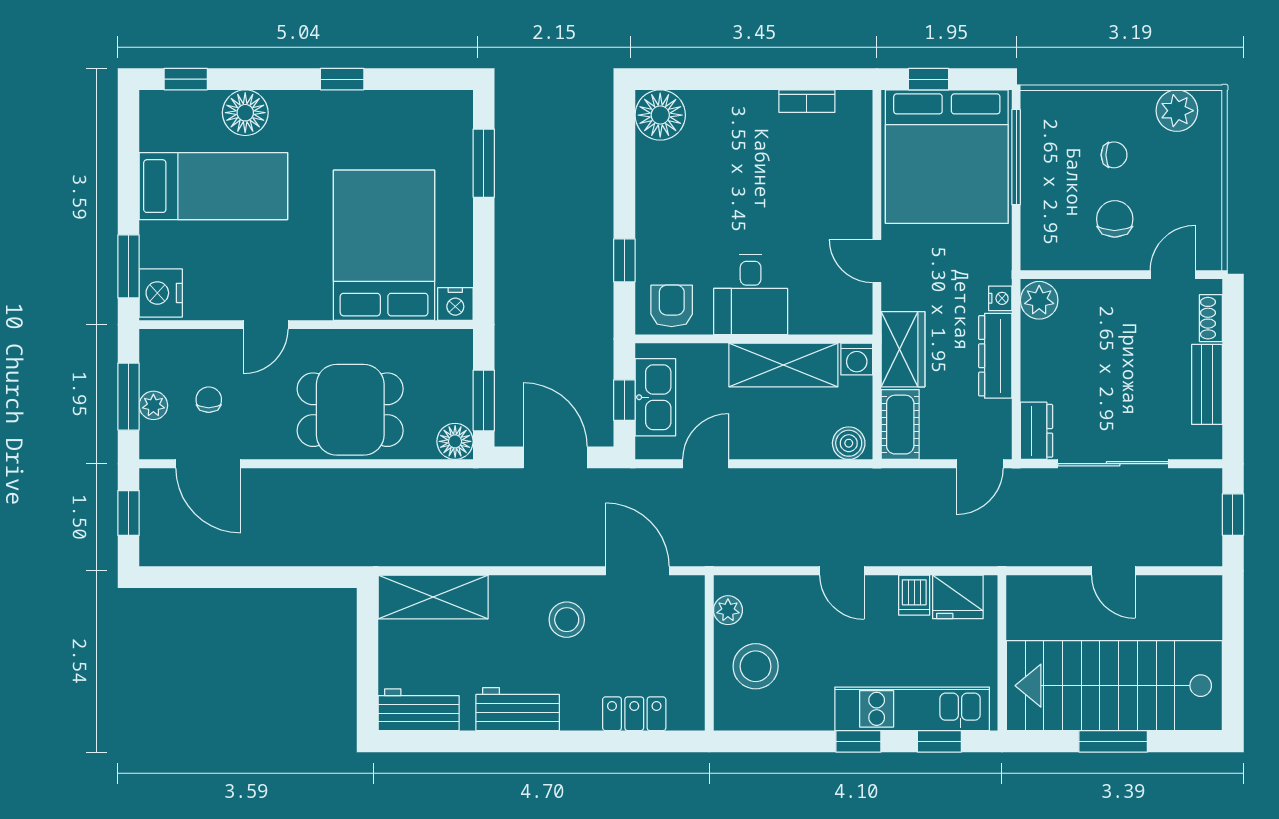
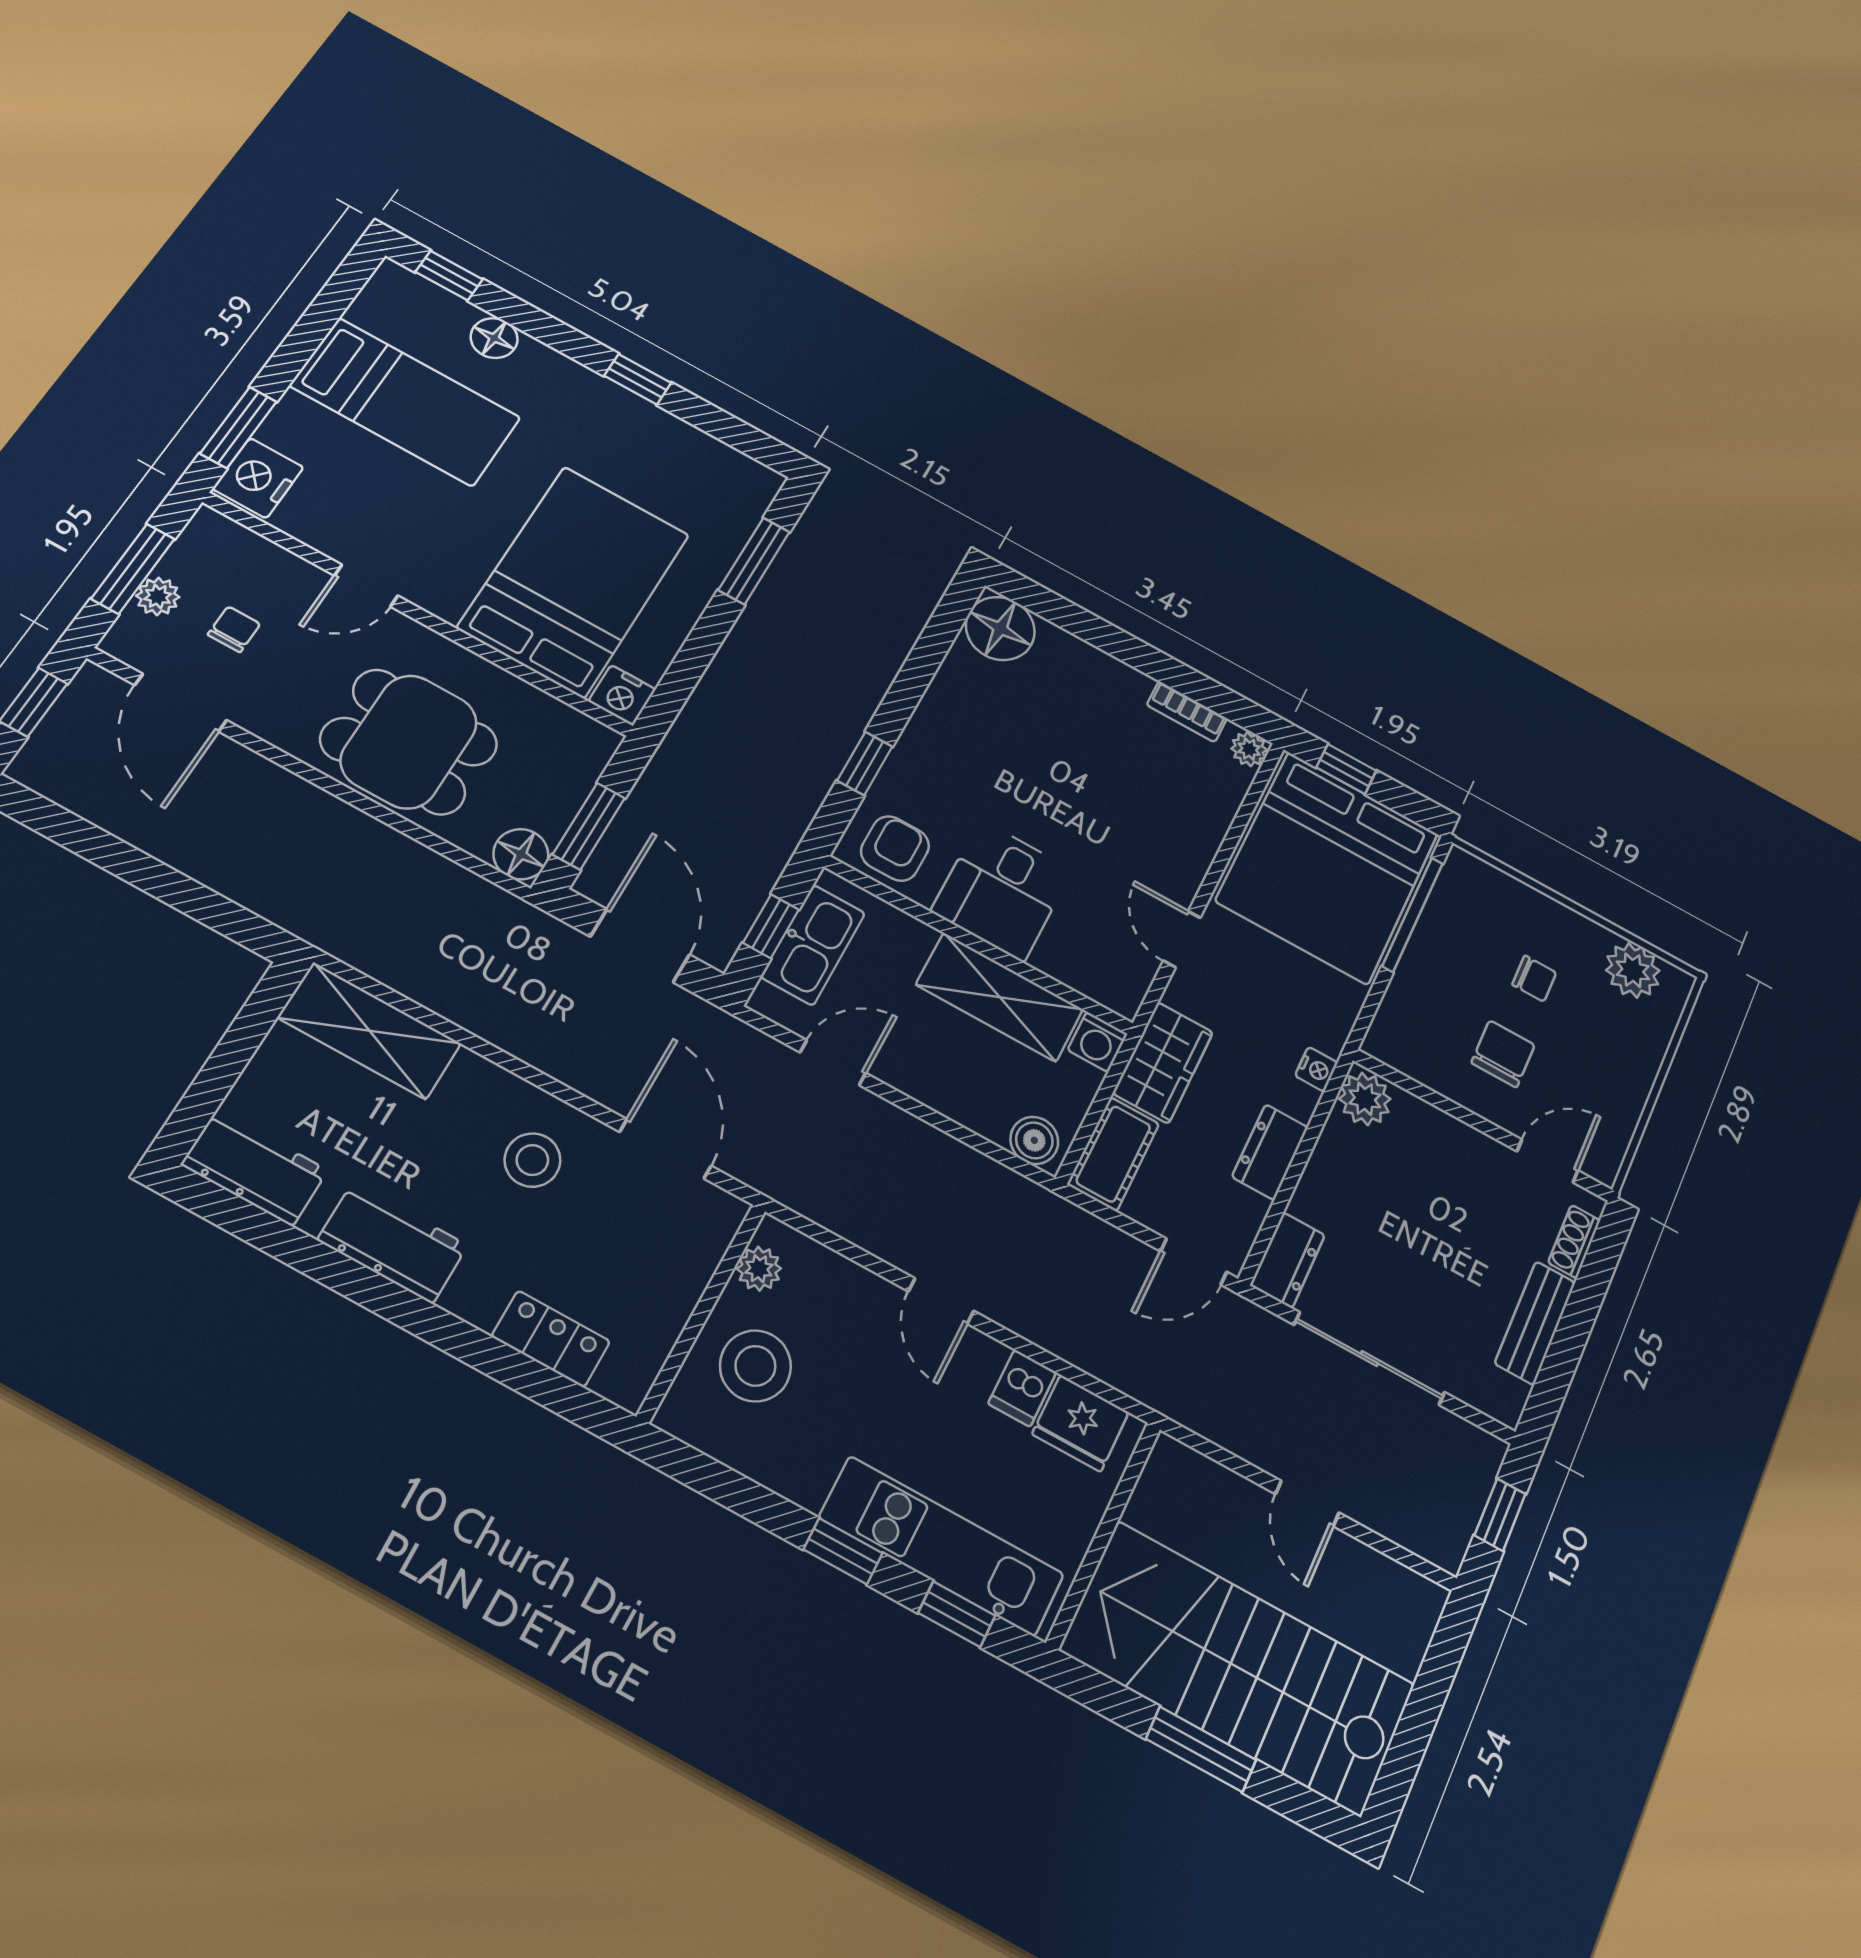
plant: (859, 103) -> (1249, 749), added
floor lamp: (245, 113) -> (494, 338), width x0.73, depth x0.73
dresser: (995, 356) -> (1270, 1152), width x0.70

